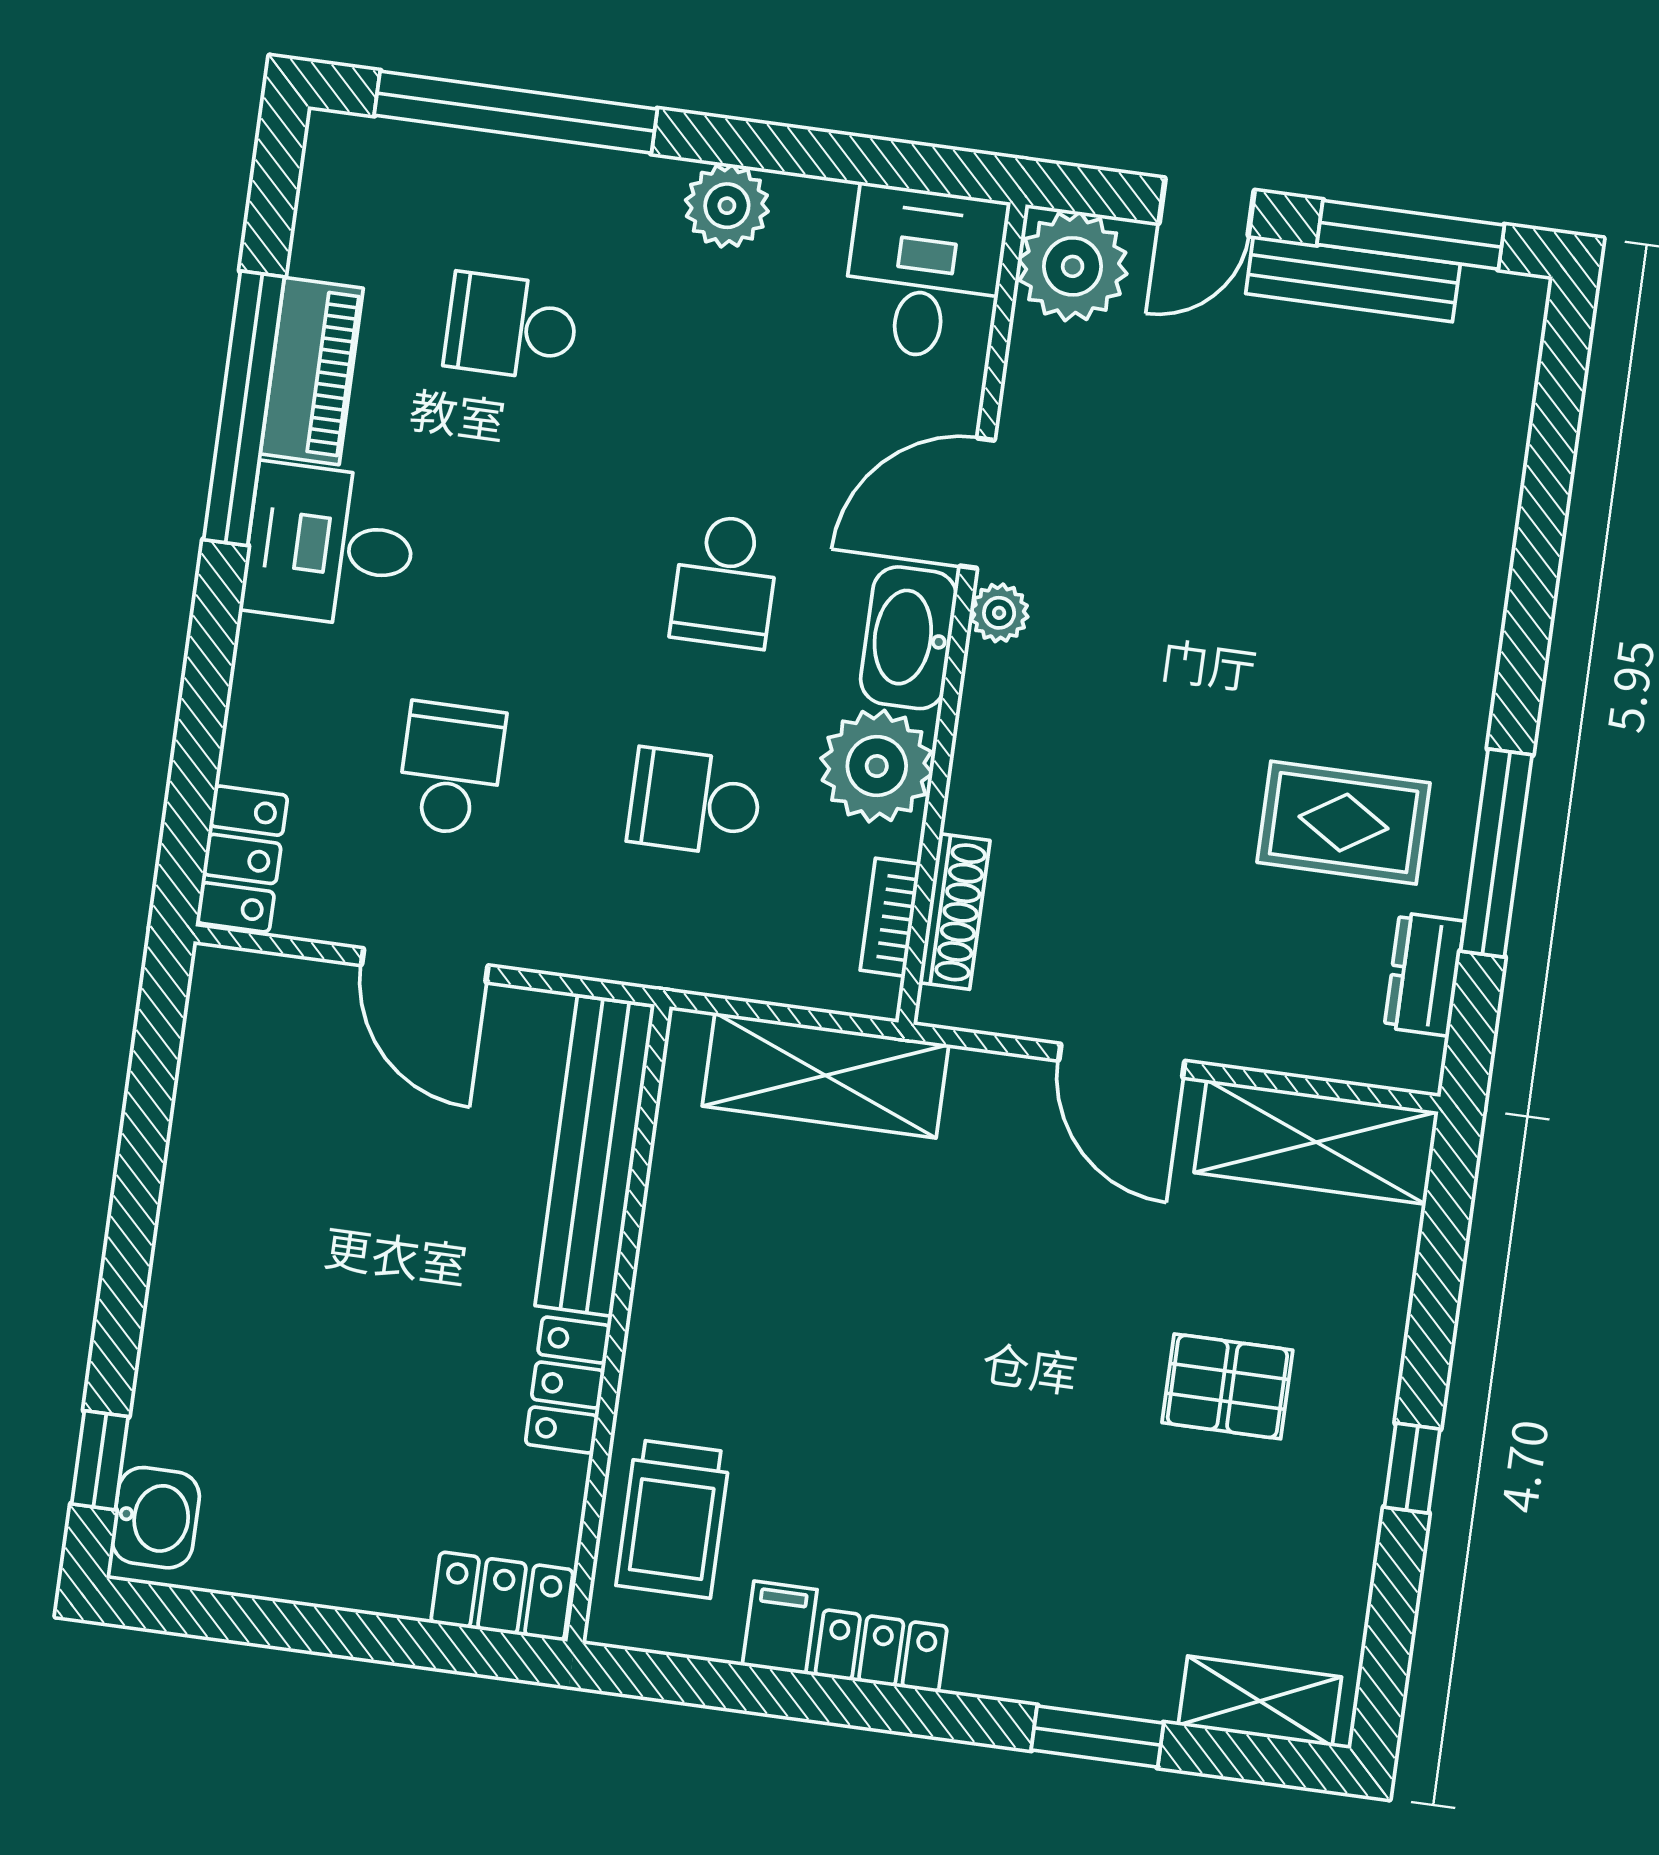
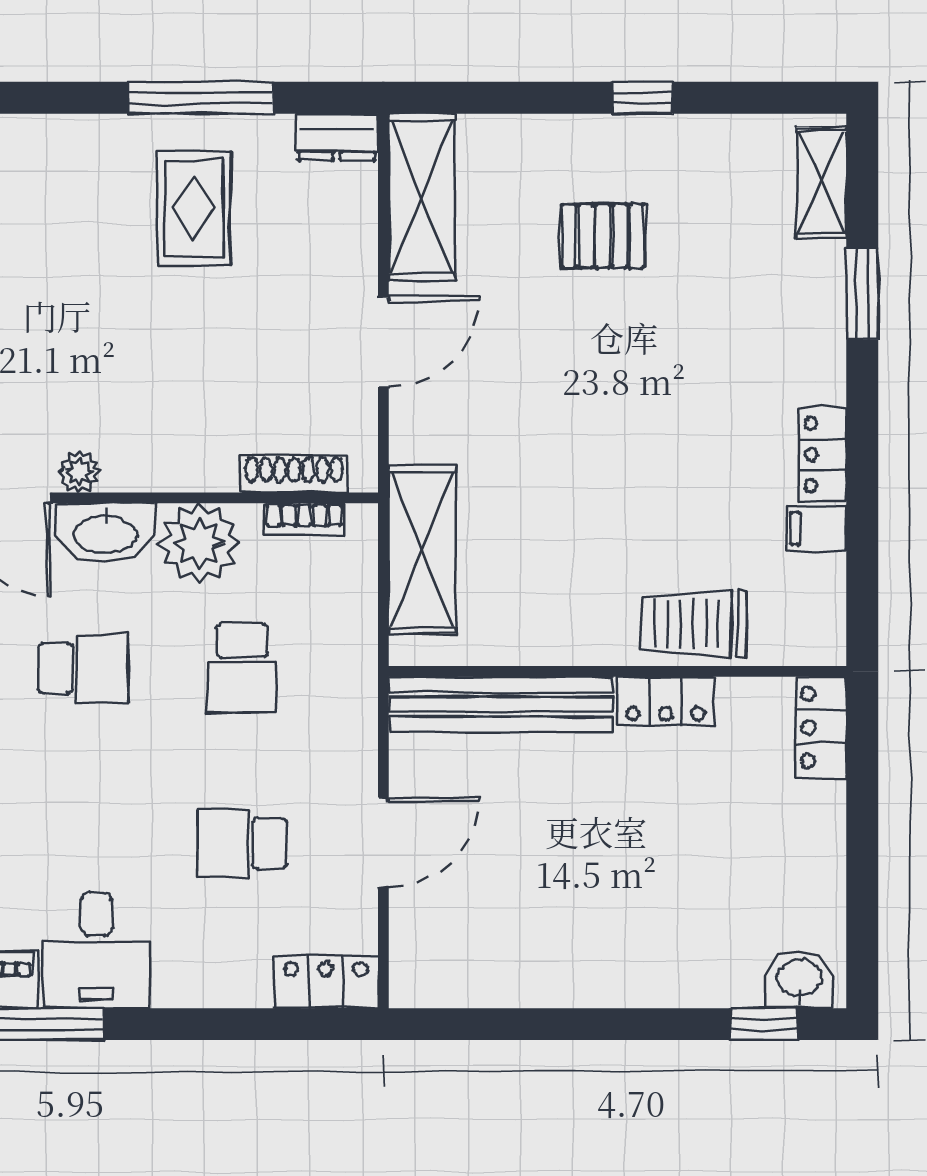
dresser: (1424, 974) -> (337, 137), moved
pallet: (1227, 1386) -> (603, 236), turned 90
trolley: (673, 1519) -> (694, 624), moved, turned 180

